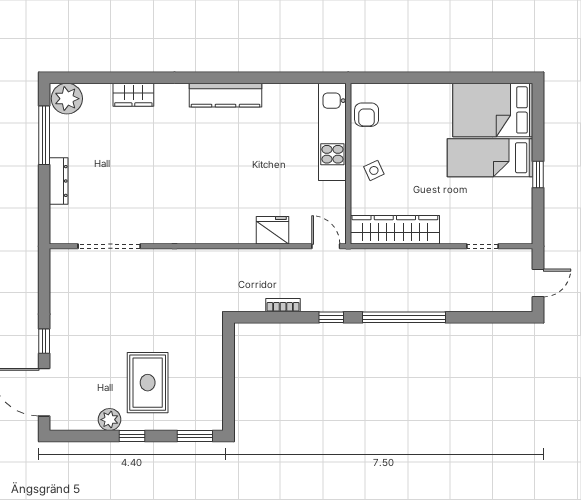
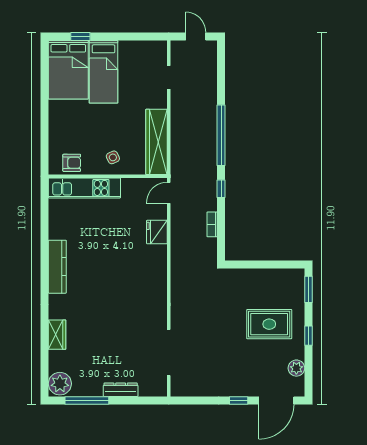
window: (538, 174) -> (80, 36), moved
plant: (109, 420) -> (296, 368), moved

